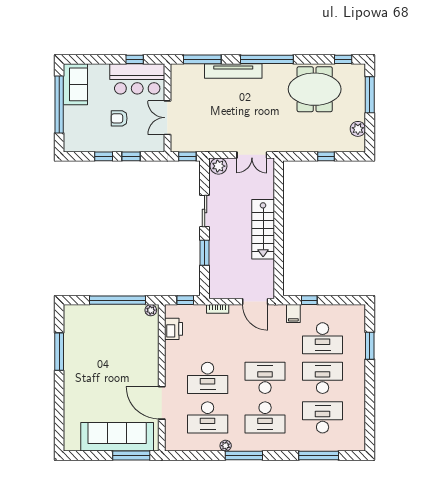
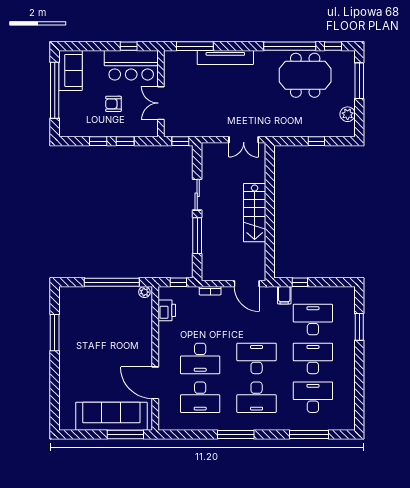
window: (267, 59) -> (290, 46), moved
plant: (219, 166) -> (211, 151), removed
window: (205, 253) -> (197, 236), width x1.44
desk: (323, 338) -> (313, 320), turned 180
plant: (226, 446) -> (218, 425), removed

